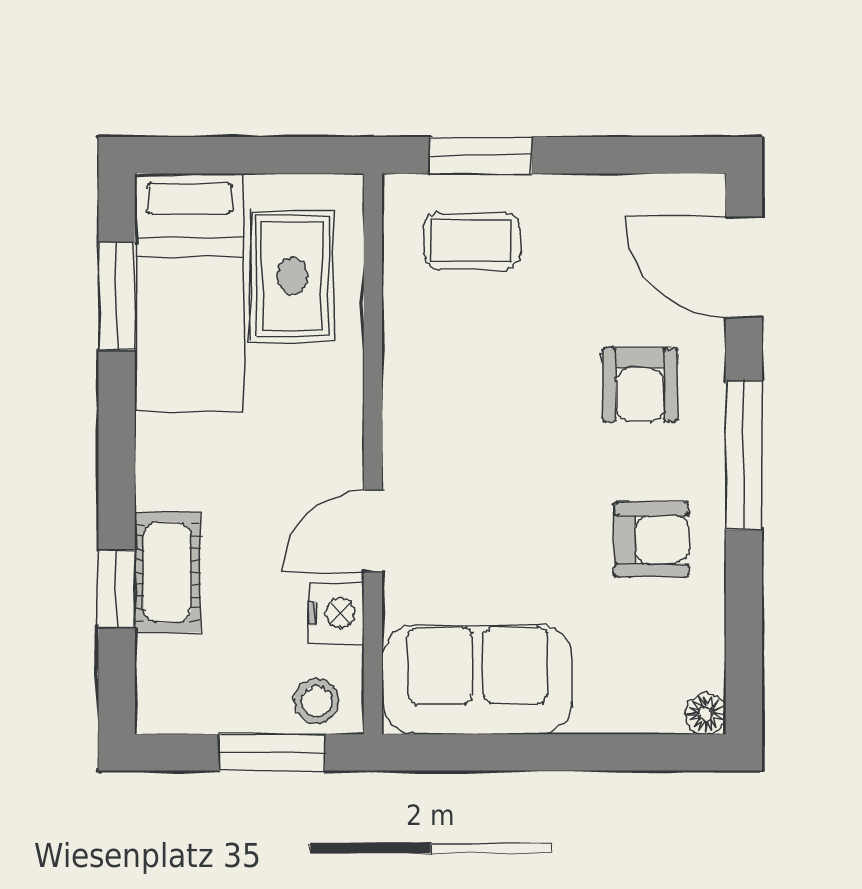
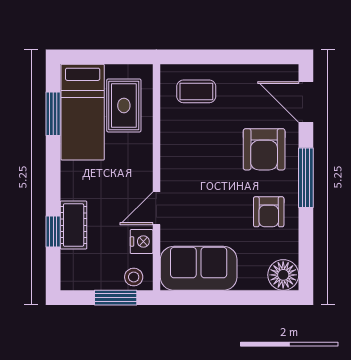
window: (481, 155) -> (200, 57), removed
armchair: (640, 385) -> (264, 149), width x1.38, depth x1.38
armchair: (651, 539) -> (269, 212), turned 90
floor lamp: (706, 714) -> (283, 275), width x1.89, depth x1.89

